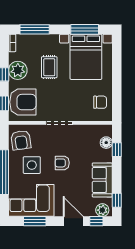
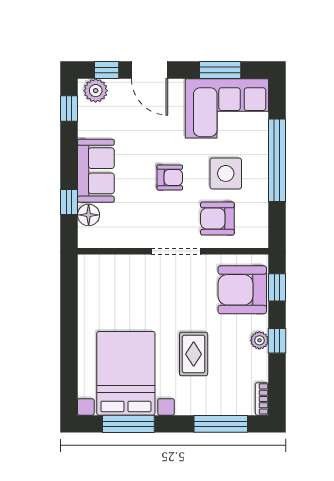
plant: (18, 70) -> (259, 340), width x0.53, depth x0.53
chair: (100, 102) -> (100, 289), removed
armchair: (21, 140) -> (217, 219), moved, turned -82
sofa: (102, 180) -> (96, 171), moved

